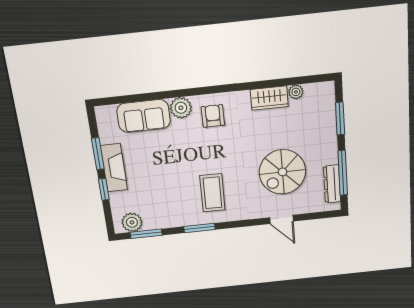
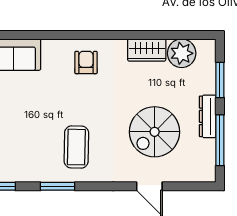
plant: (296, 92) -> (182, 53), width x1.88, depth x1.88
plant: (181, 108) -> (54, 50), removed
dresser: (332, 184) -> (208, 116), moved

